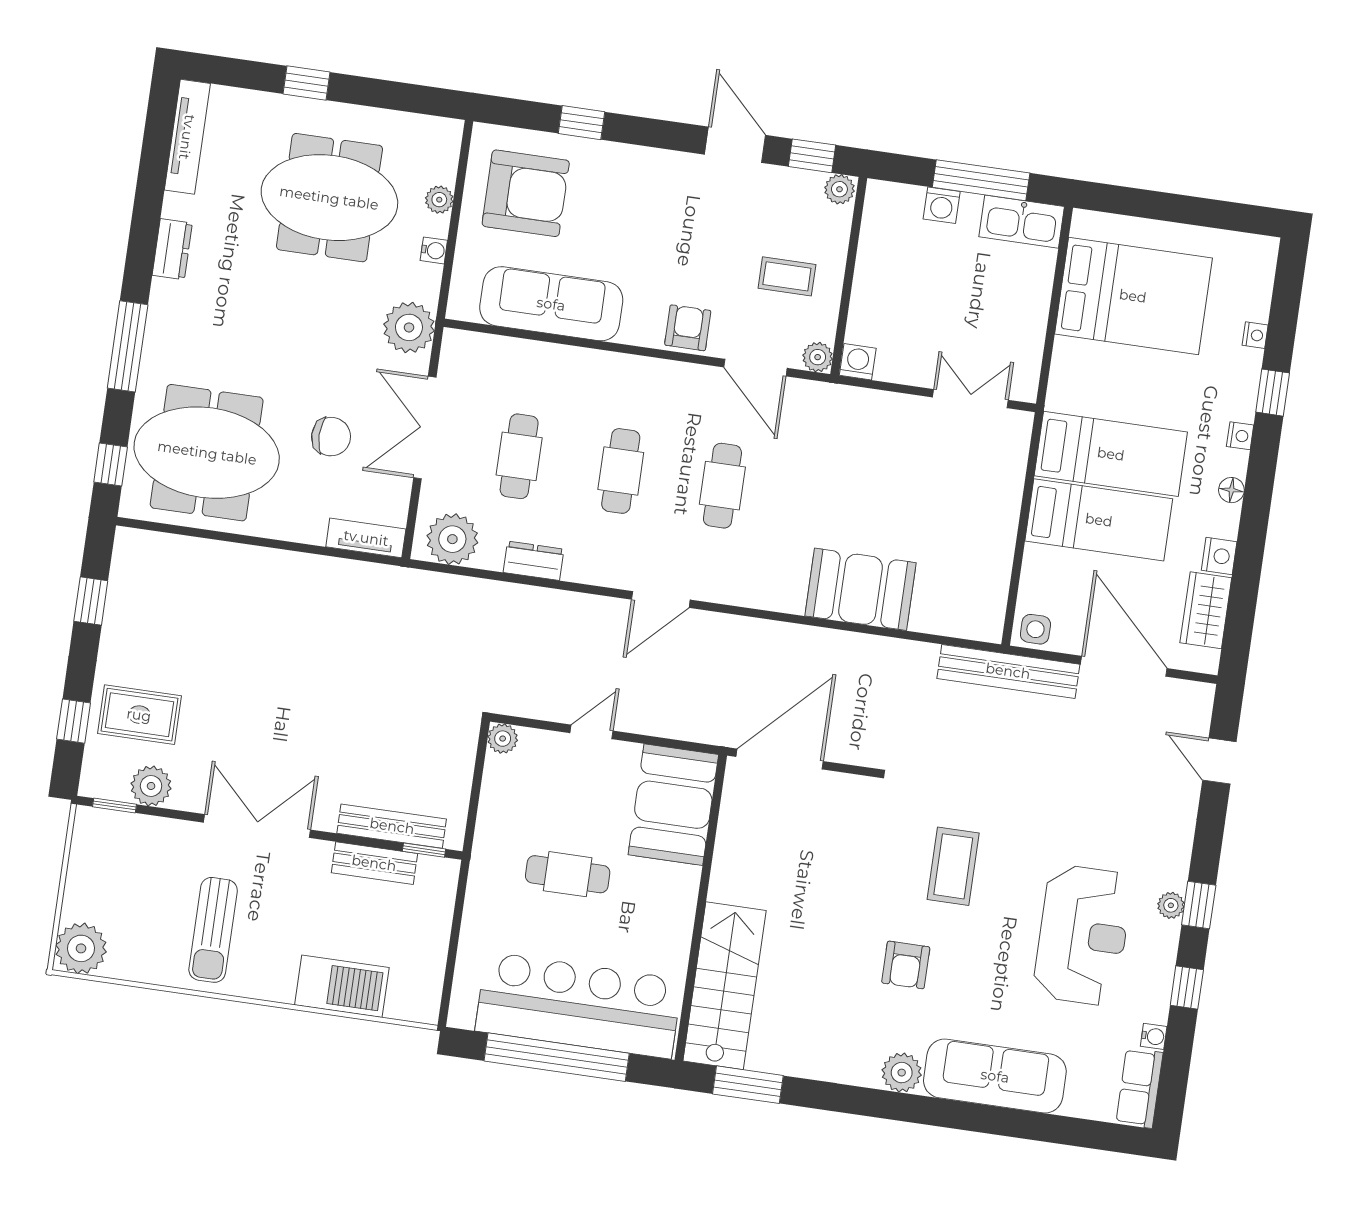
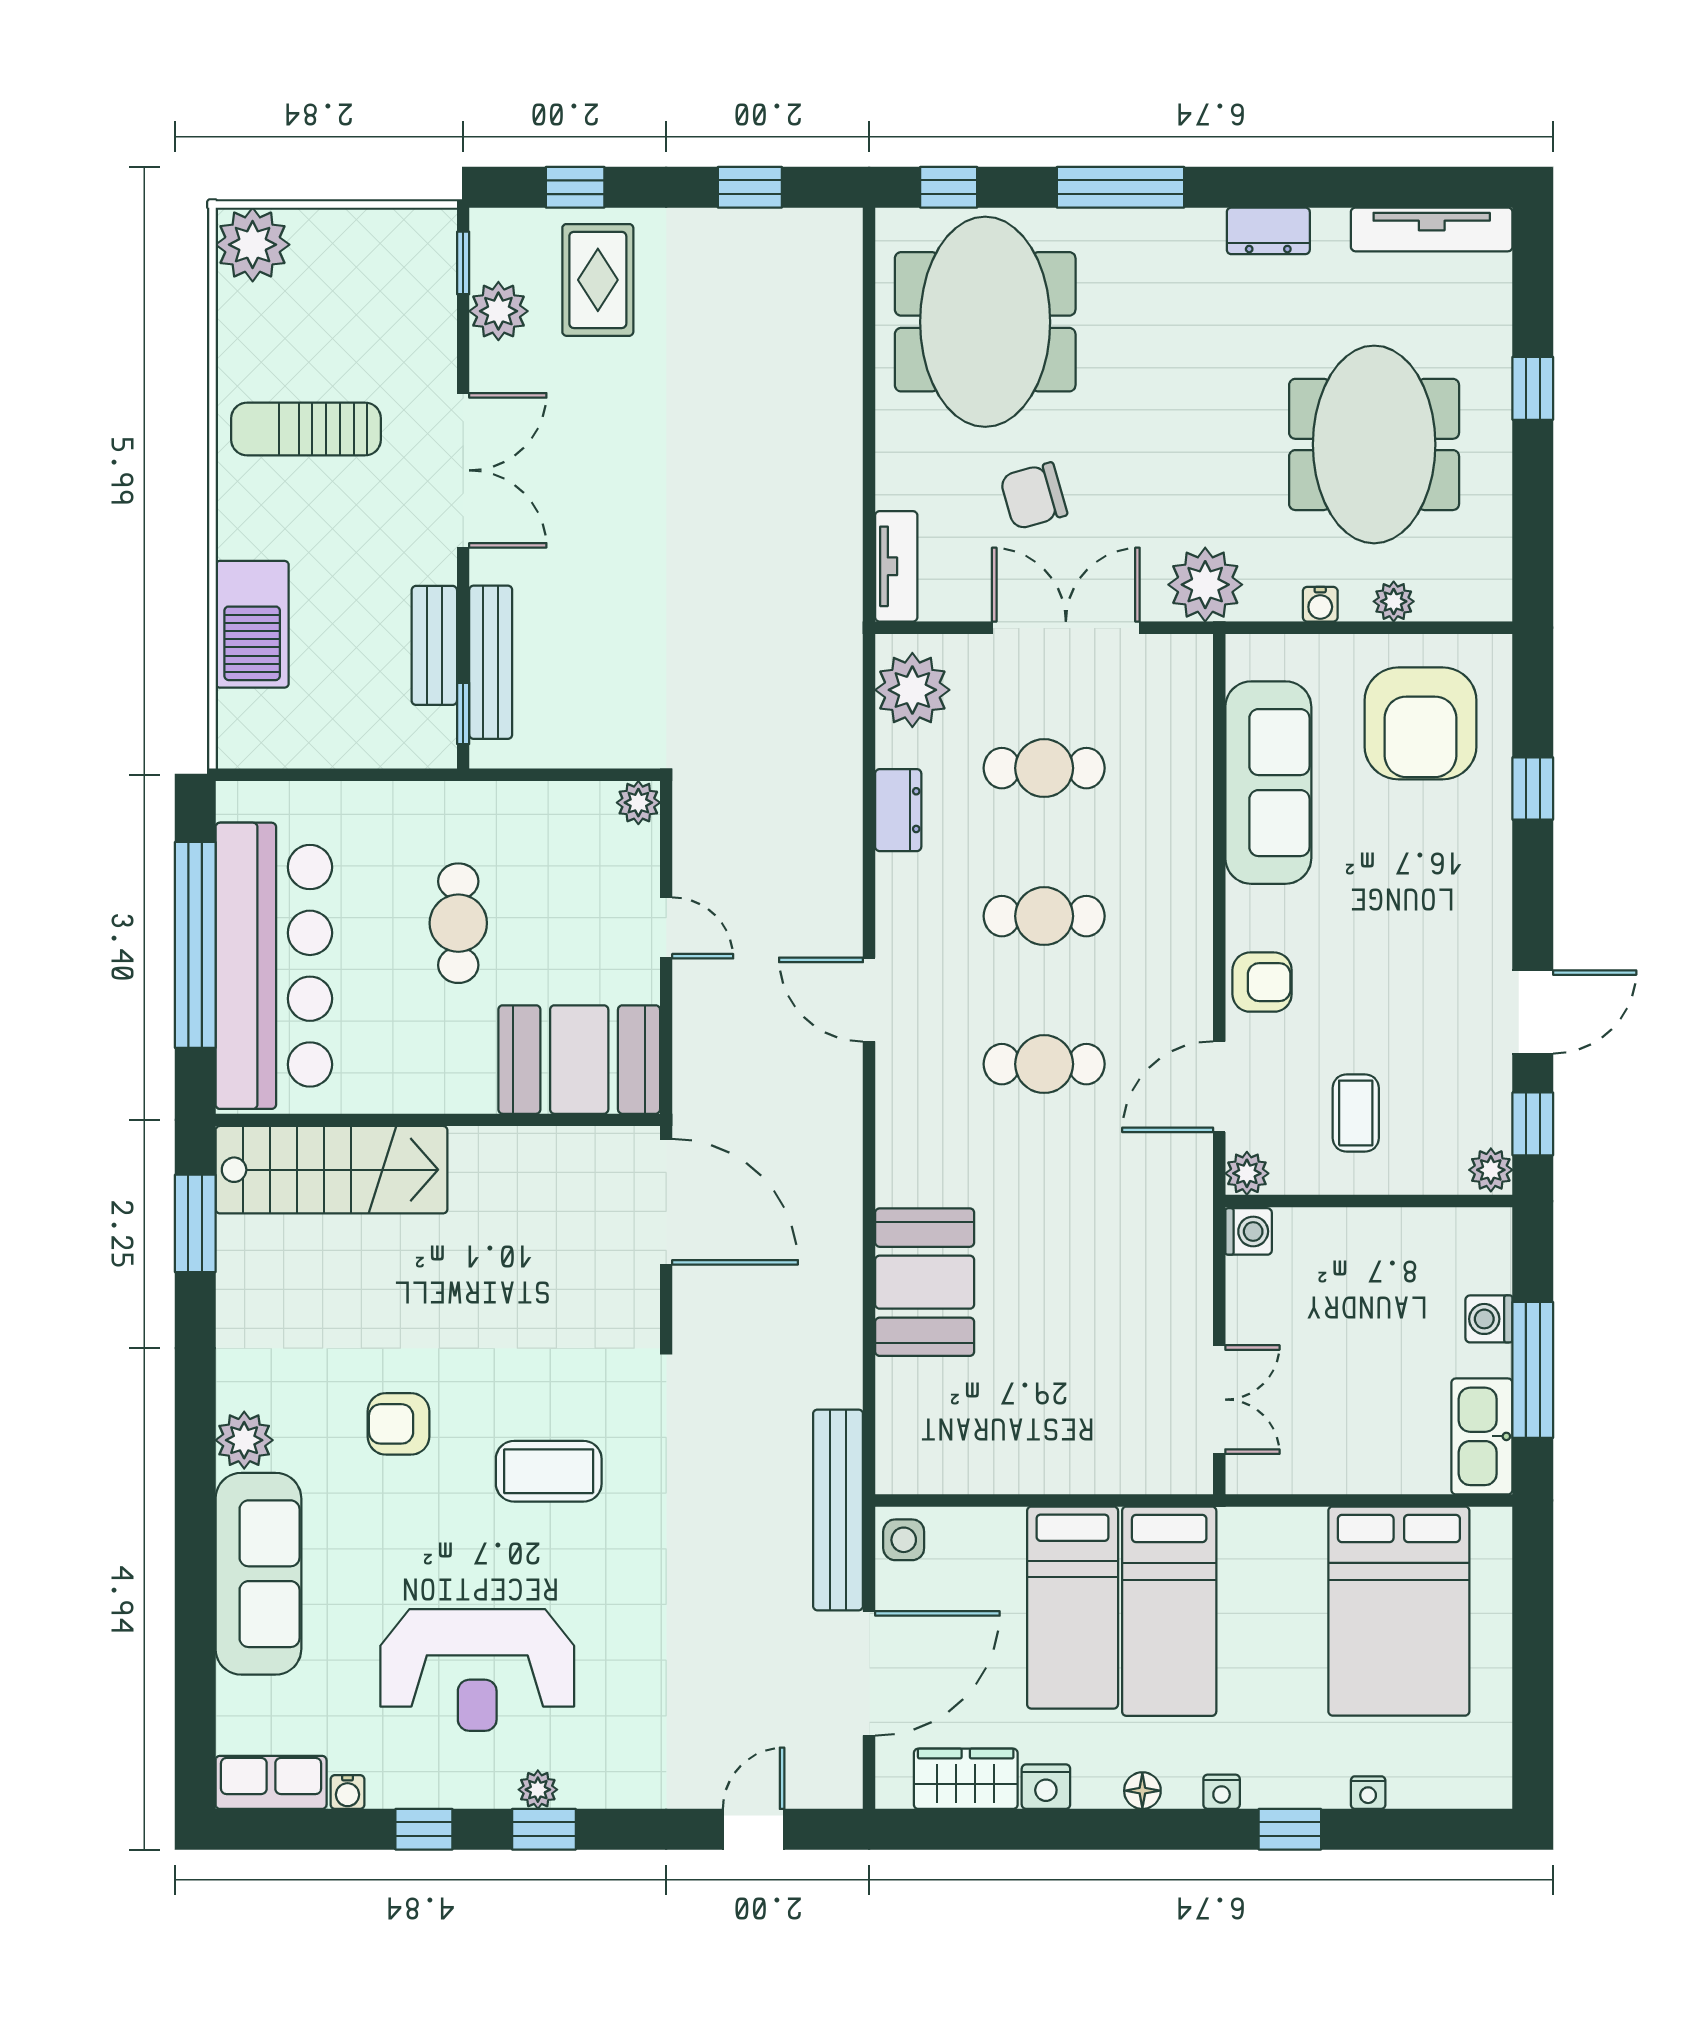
chair: (331, 437) -> (1034, 496), turned 74

